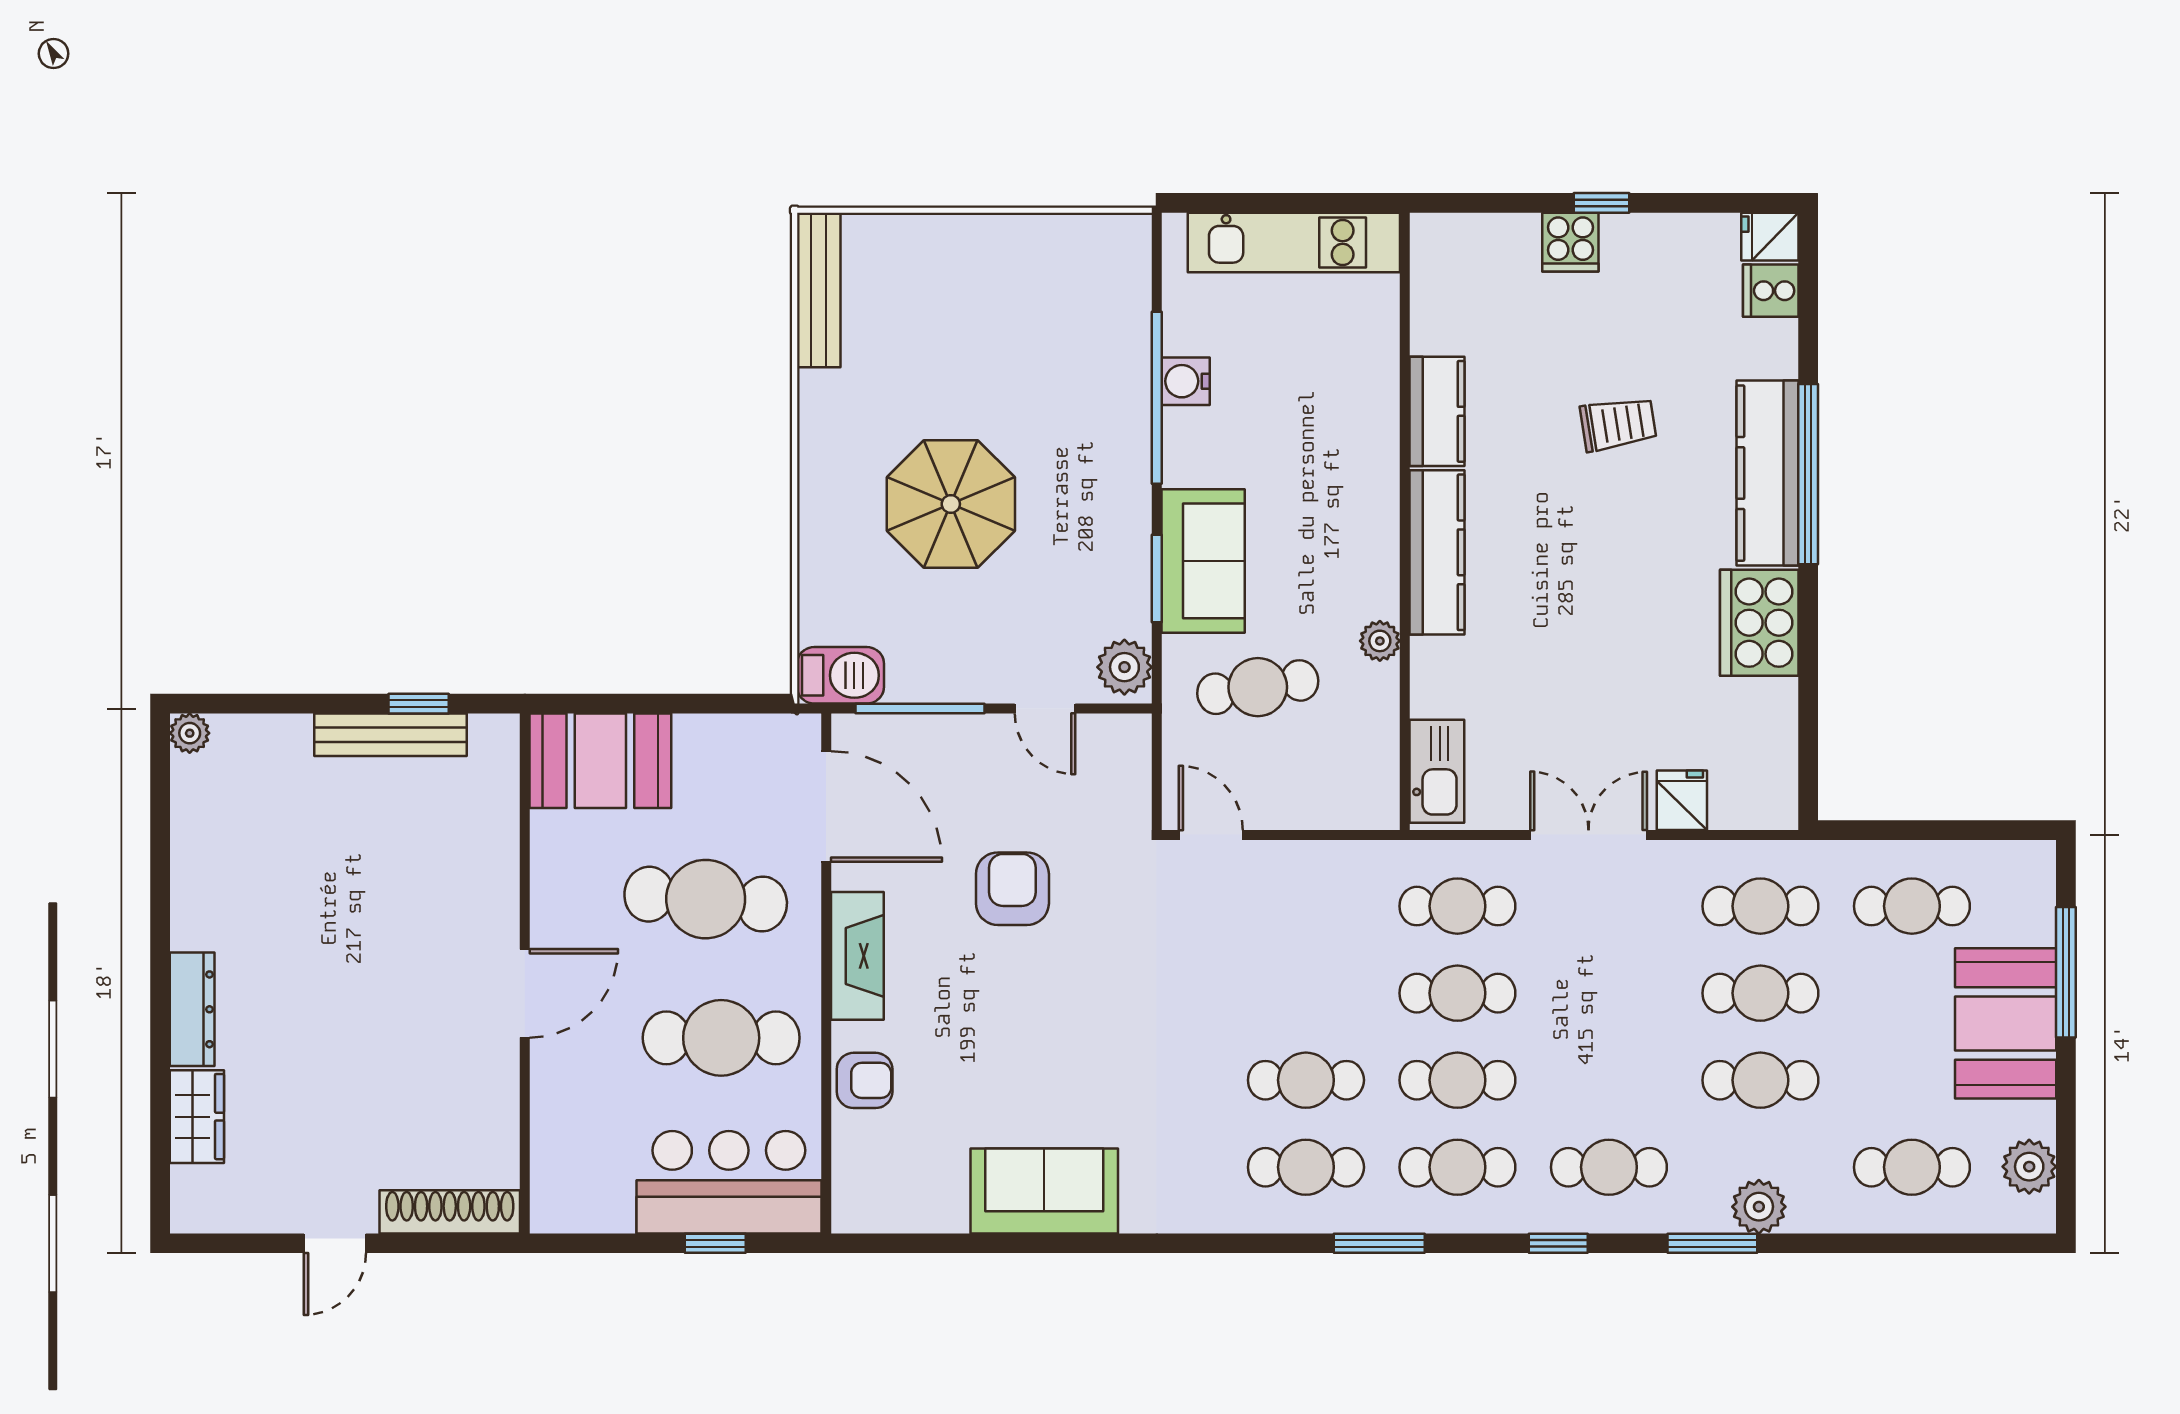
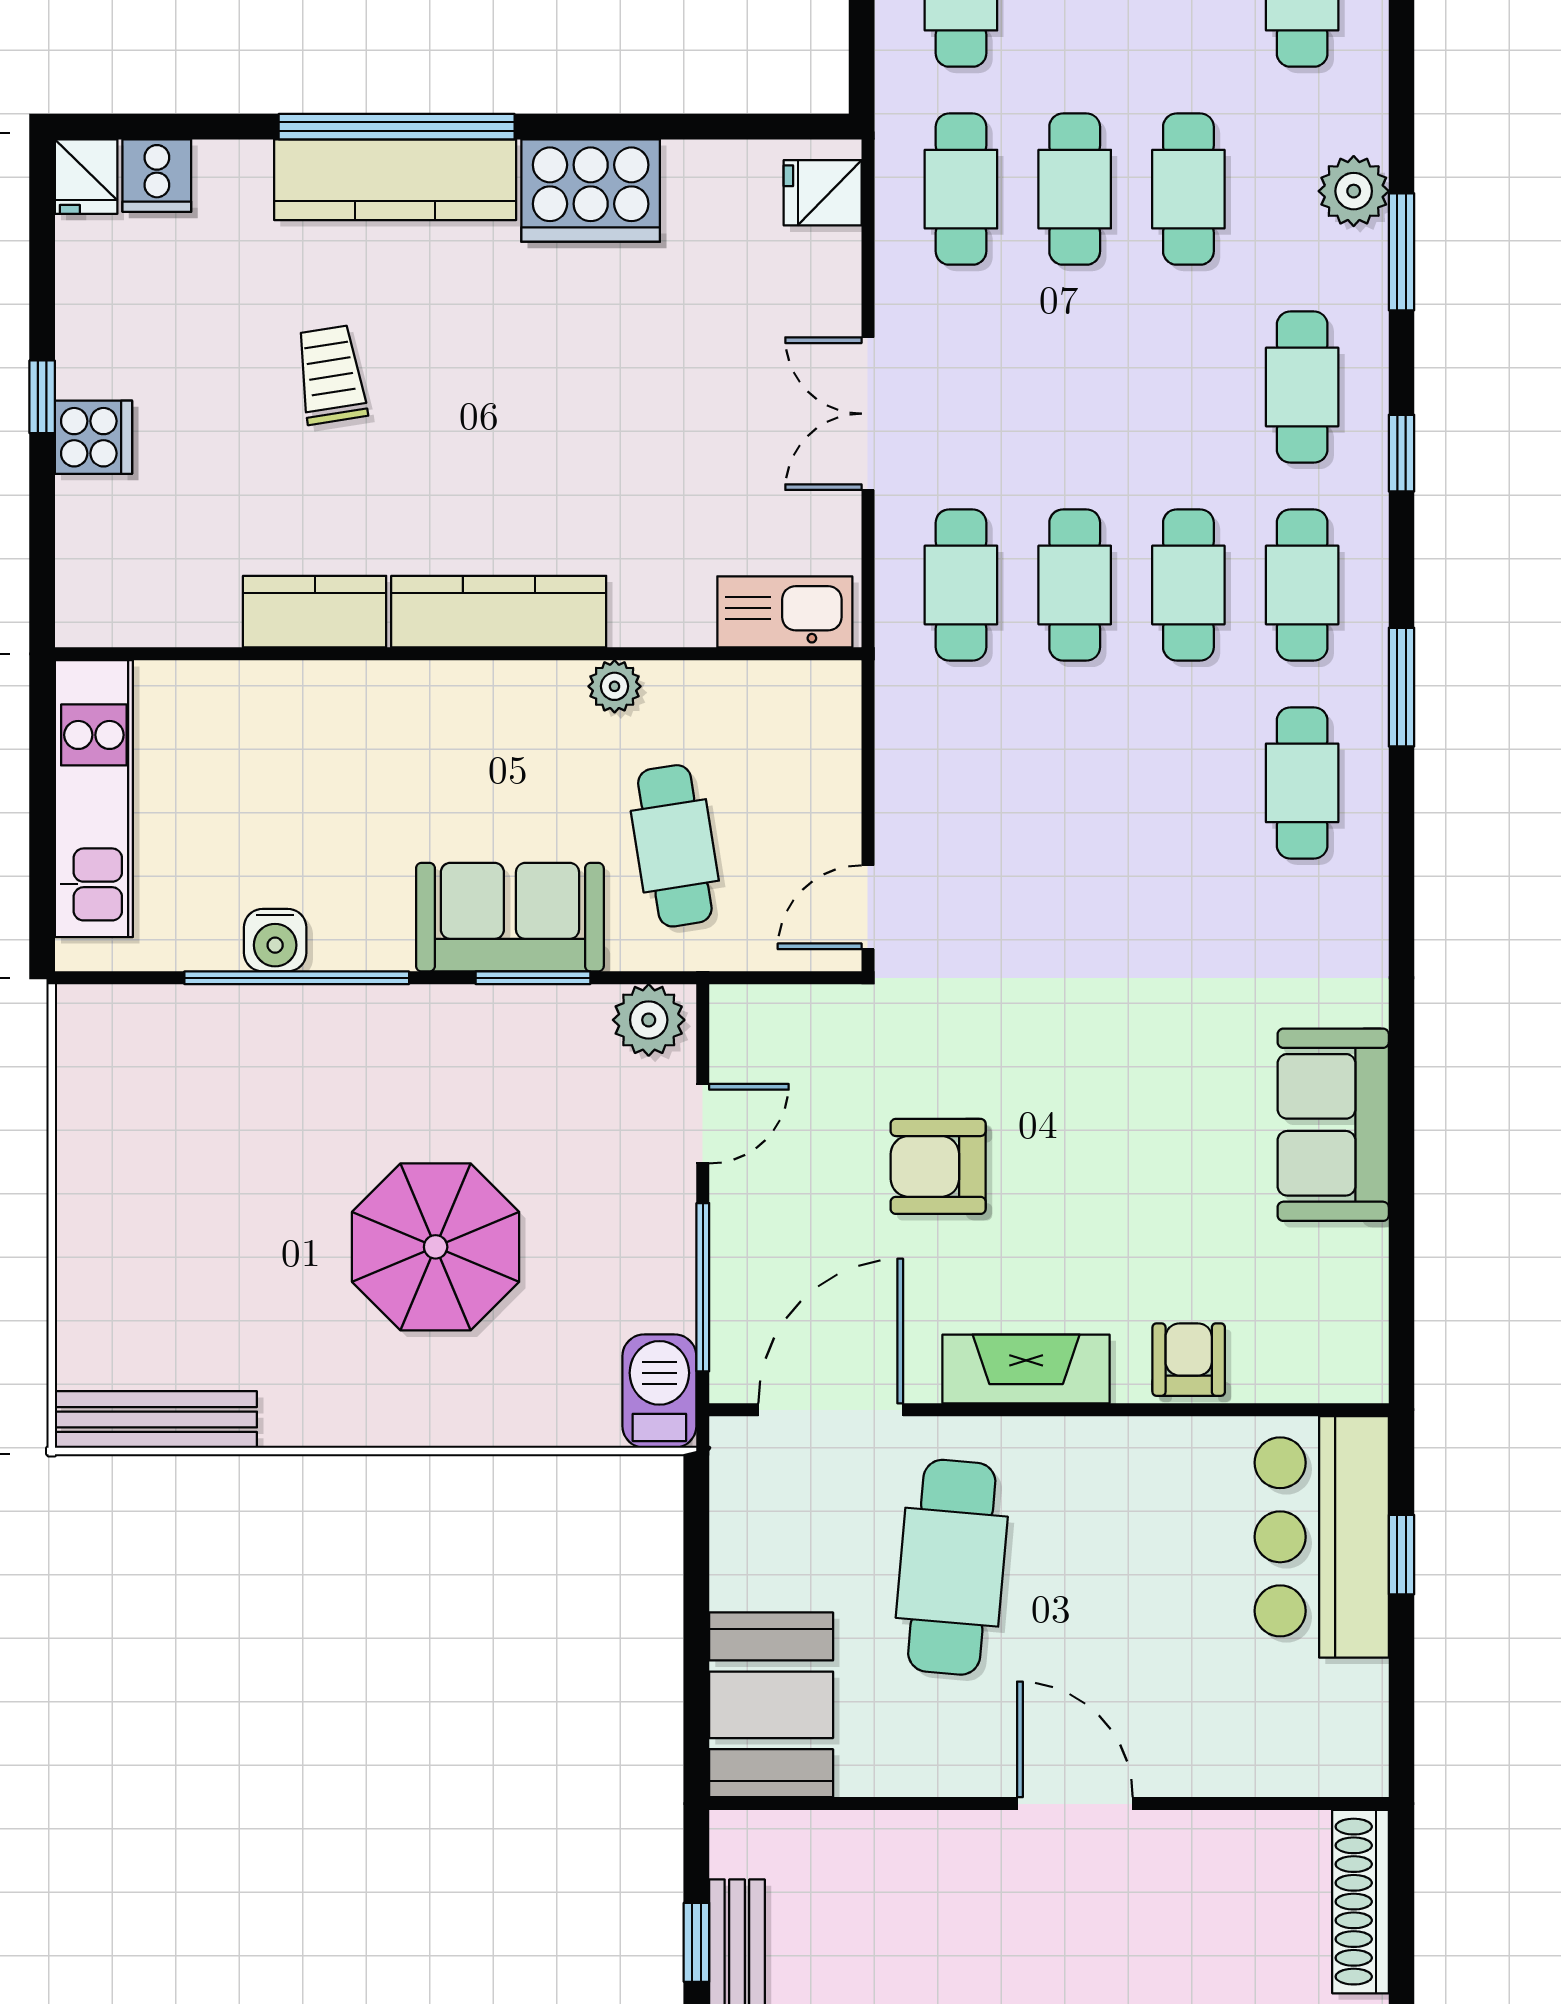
fridge: (1682, 800) -> (823, 193), moved
cafe table: (721, 1038) -> (1133, 1547), removed
cafe table: (1306, 1080) -> (1188, 783), removed

